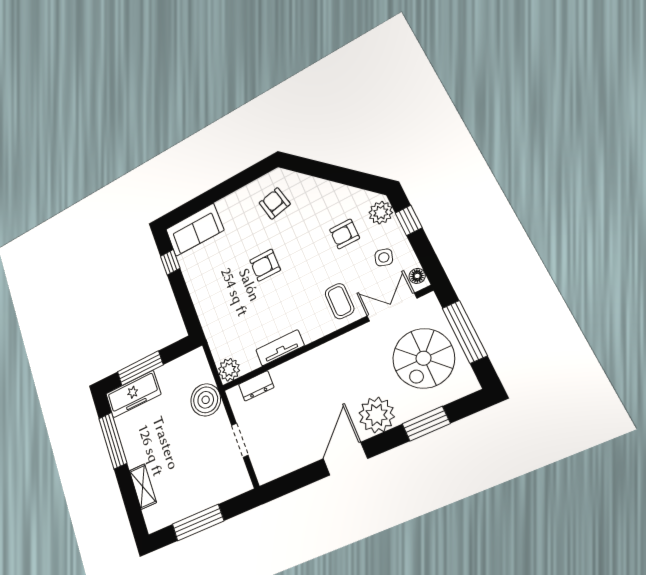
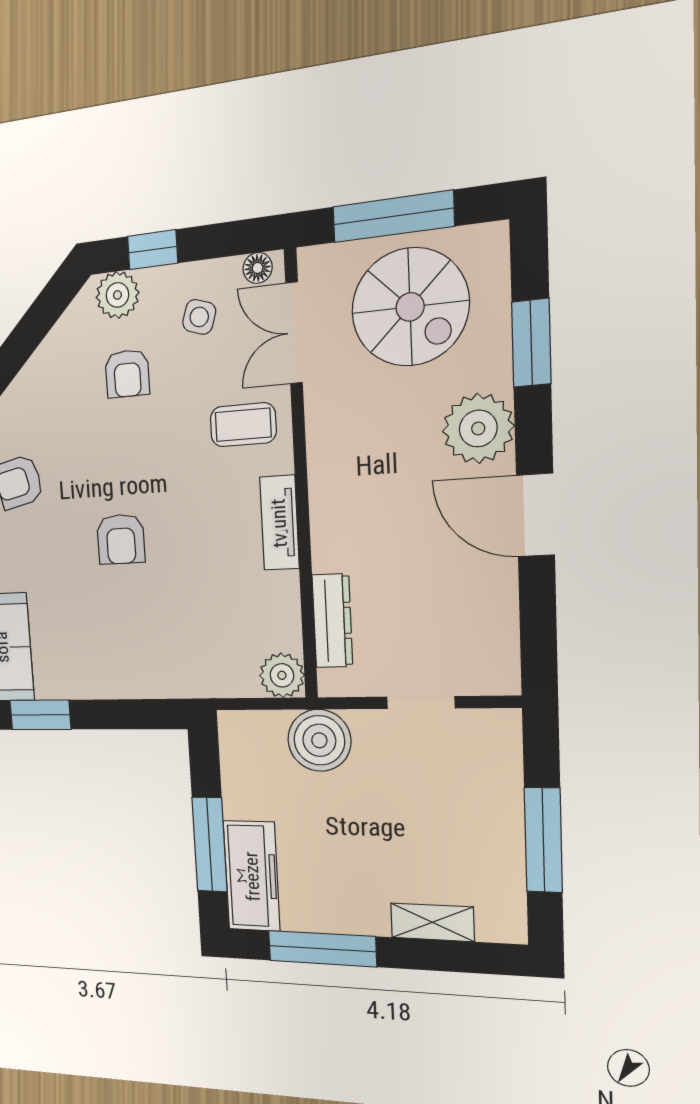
window: (170, 262) -> (40, 715), width x1.50
tv unit: (280, 348) -> (279, 523), moved
dresser: (256, 386) -> (332, 621), width x1.44

